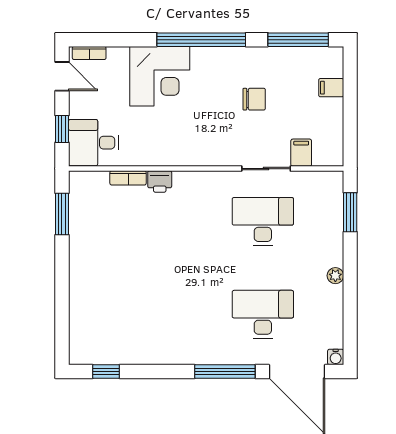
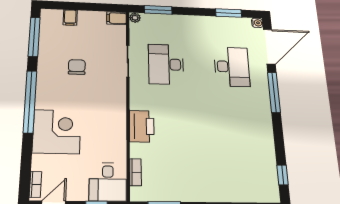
filing cabinet: (301, 153) -> (117, 18), moved
bookcase: (128, 178) -> (136, 172), moved
printer: (160, 181) -> (142, 126), width x1.87, depth x1.48
plant: (335, 276) -> (135, 18), moved
desk: (263, 314) -> (232, 67), turned 180
window: (350, 316) -> (229, 13), added

